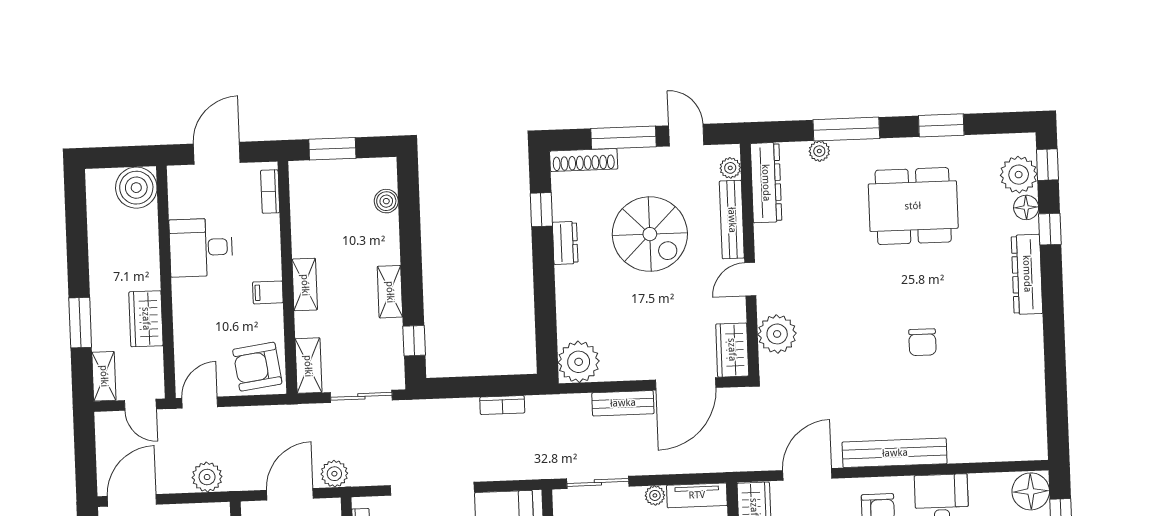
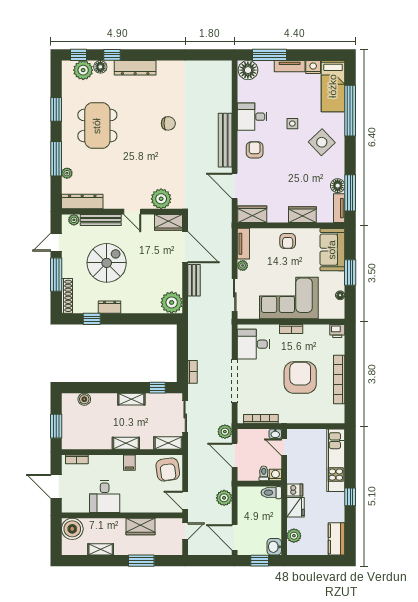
shelving: (104, 376) -> (101, 549), moved
bookcase: (502, 405) -> (193, 372), moved

